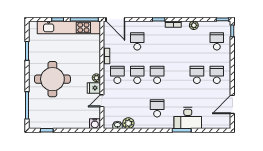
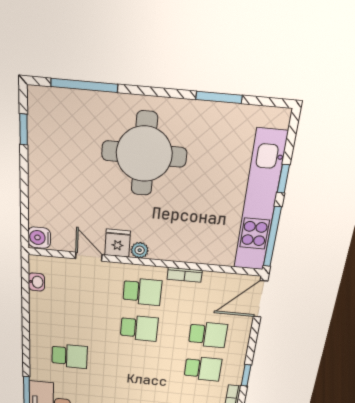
school desk: (157, 75) -> (203, 369), moved
plant: (128, 123) -> (40, 303), removed

